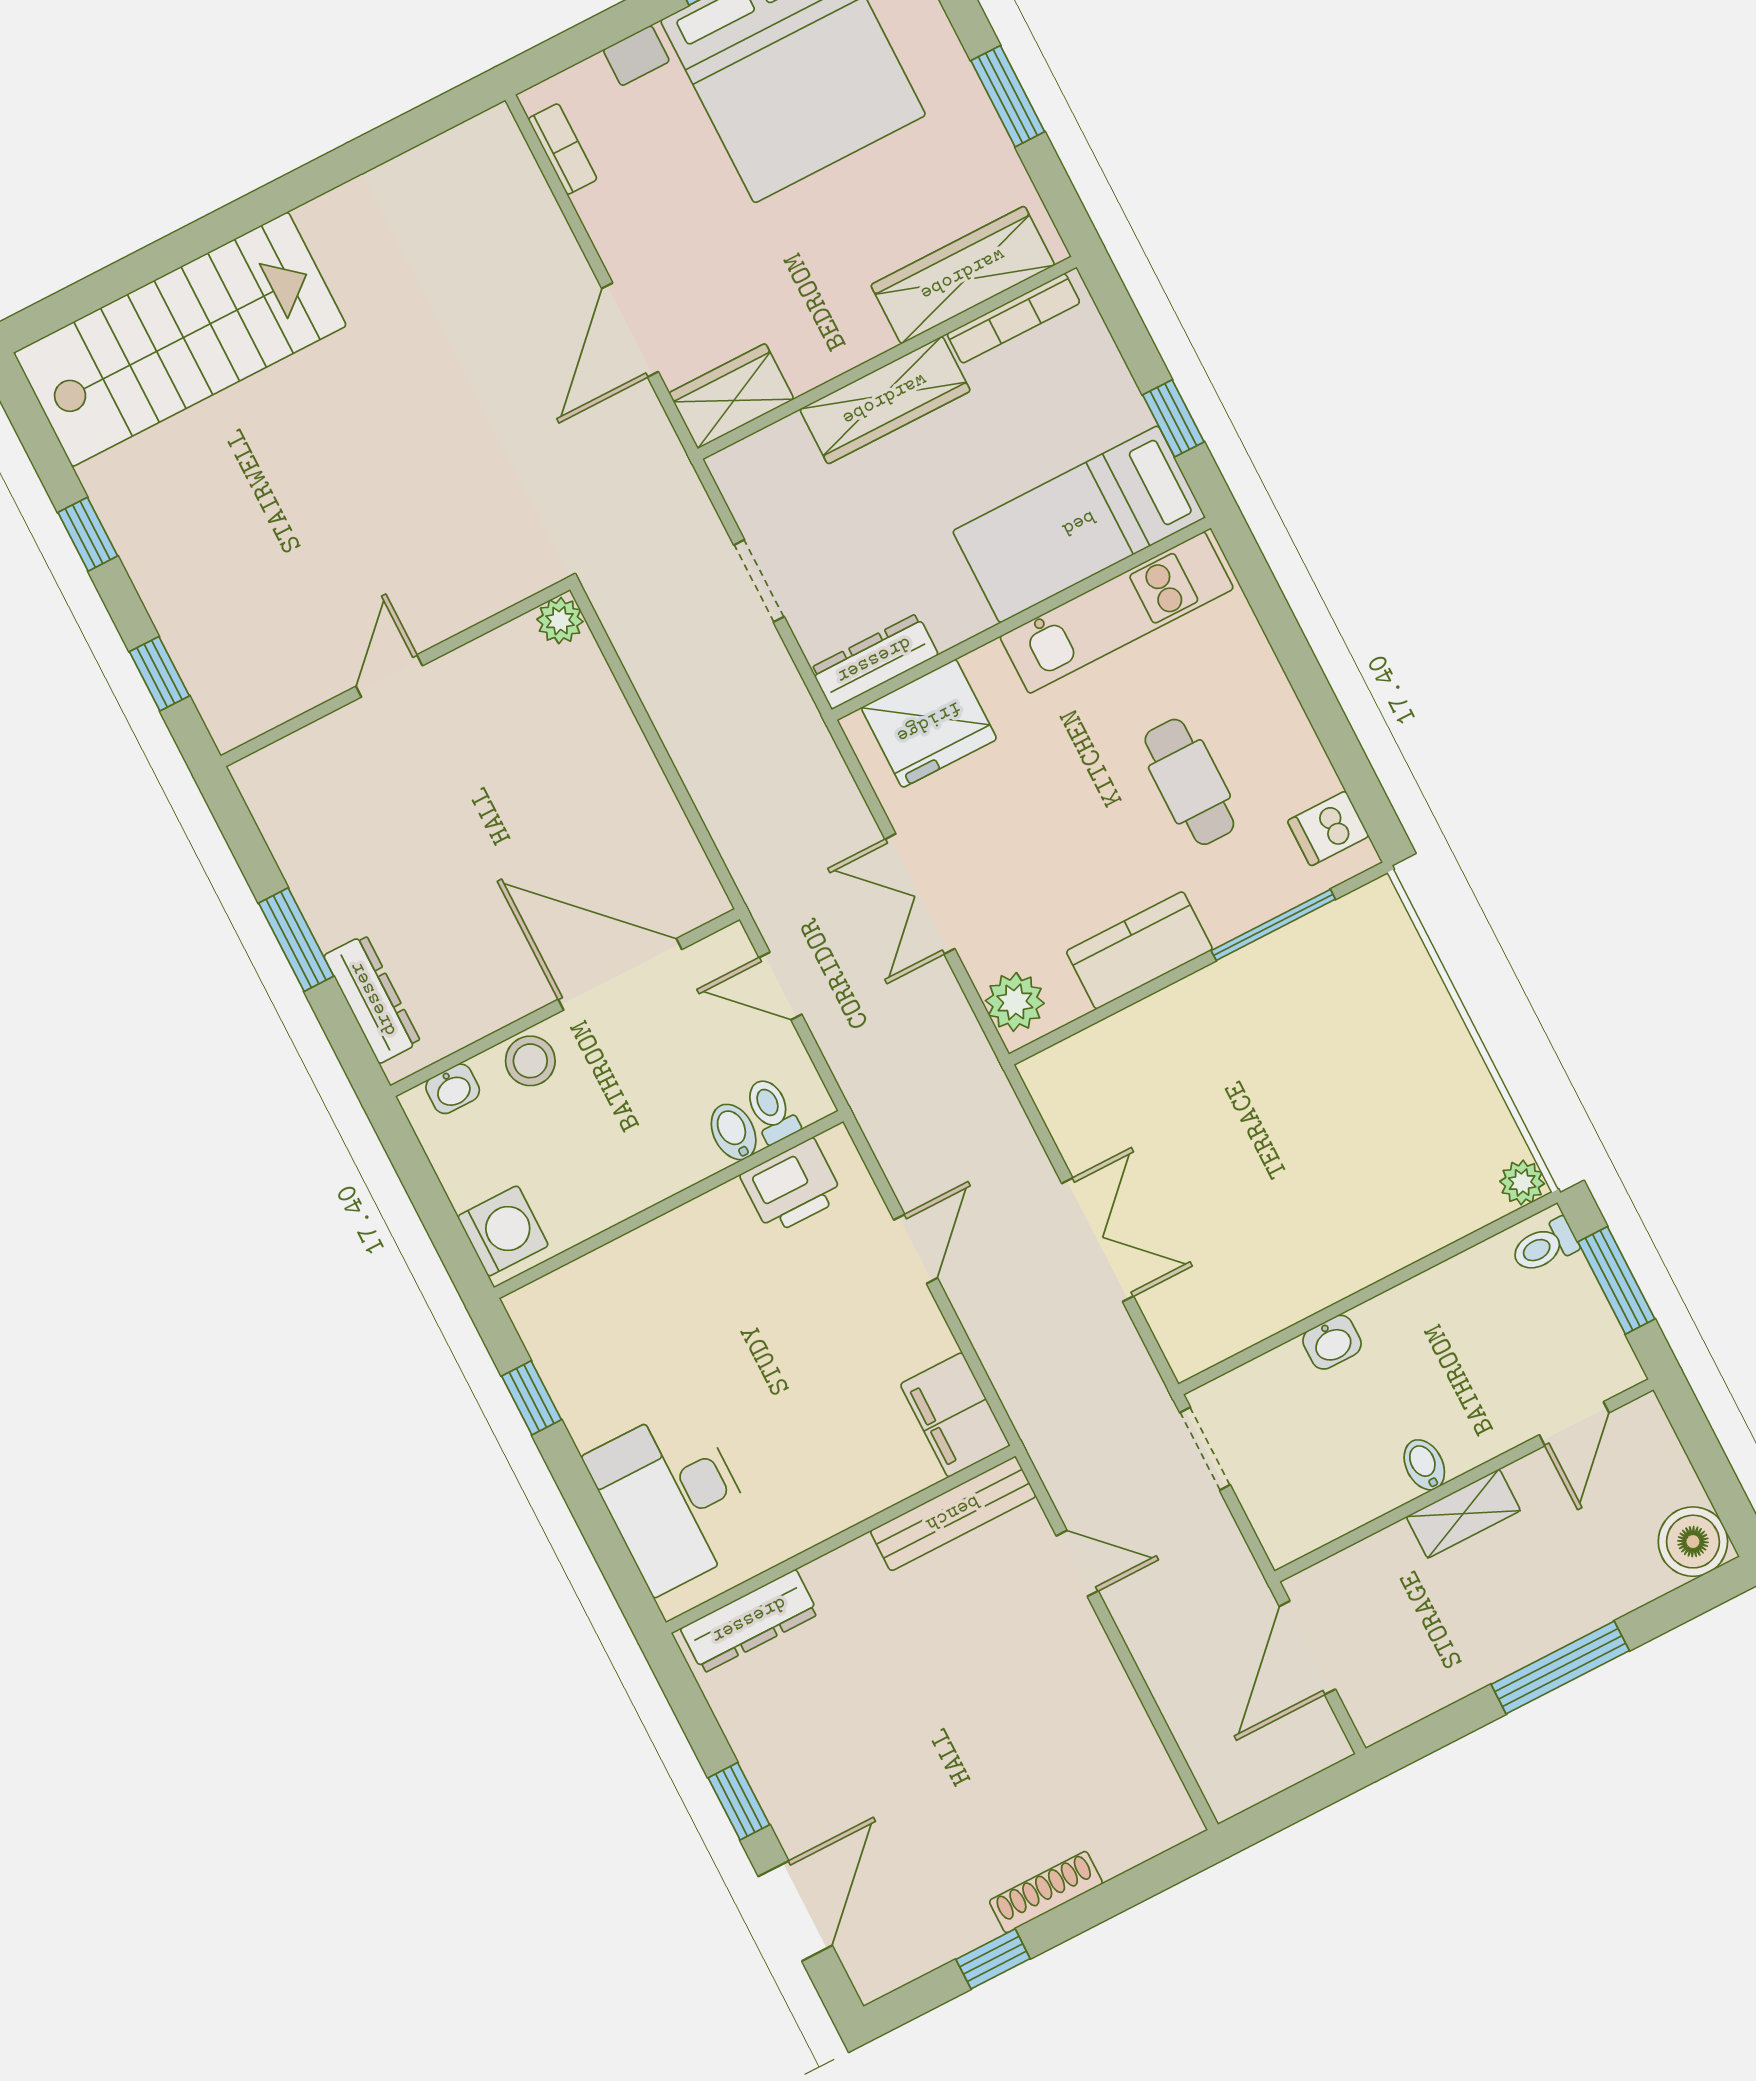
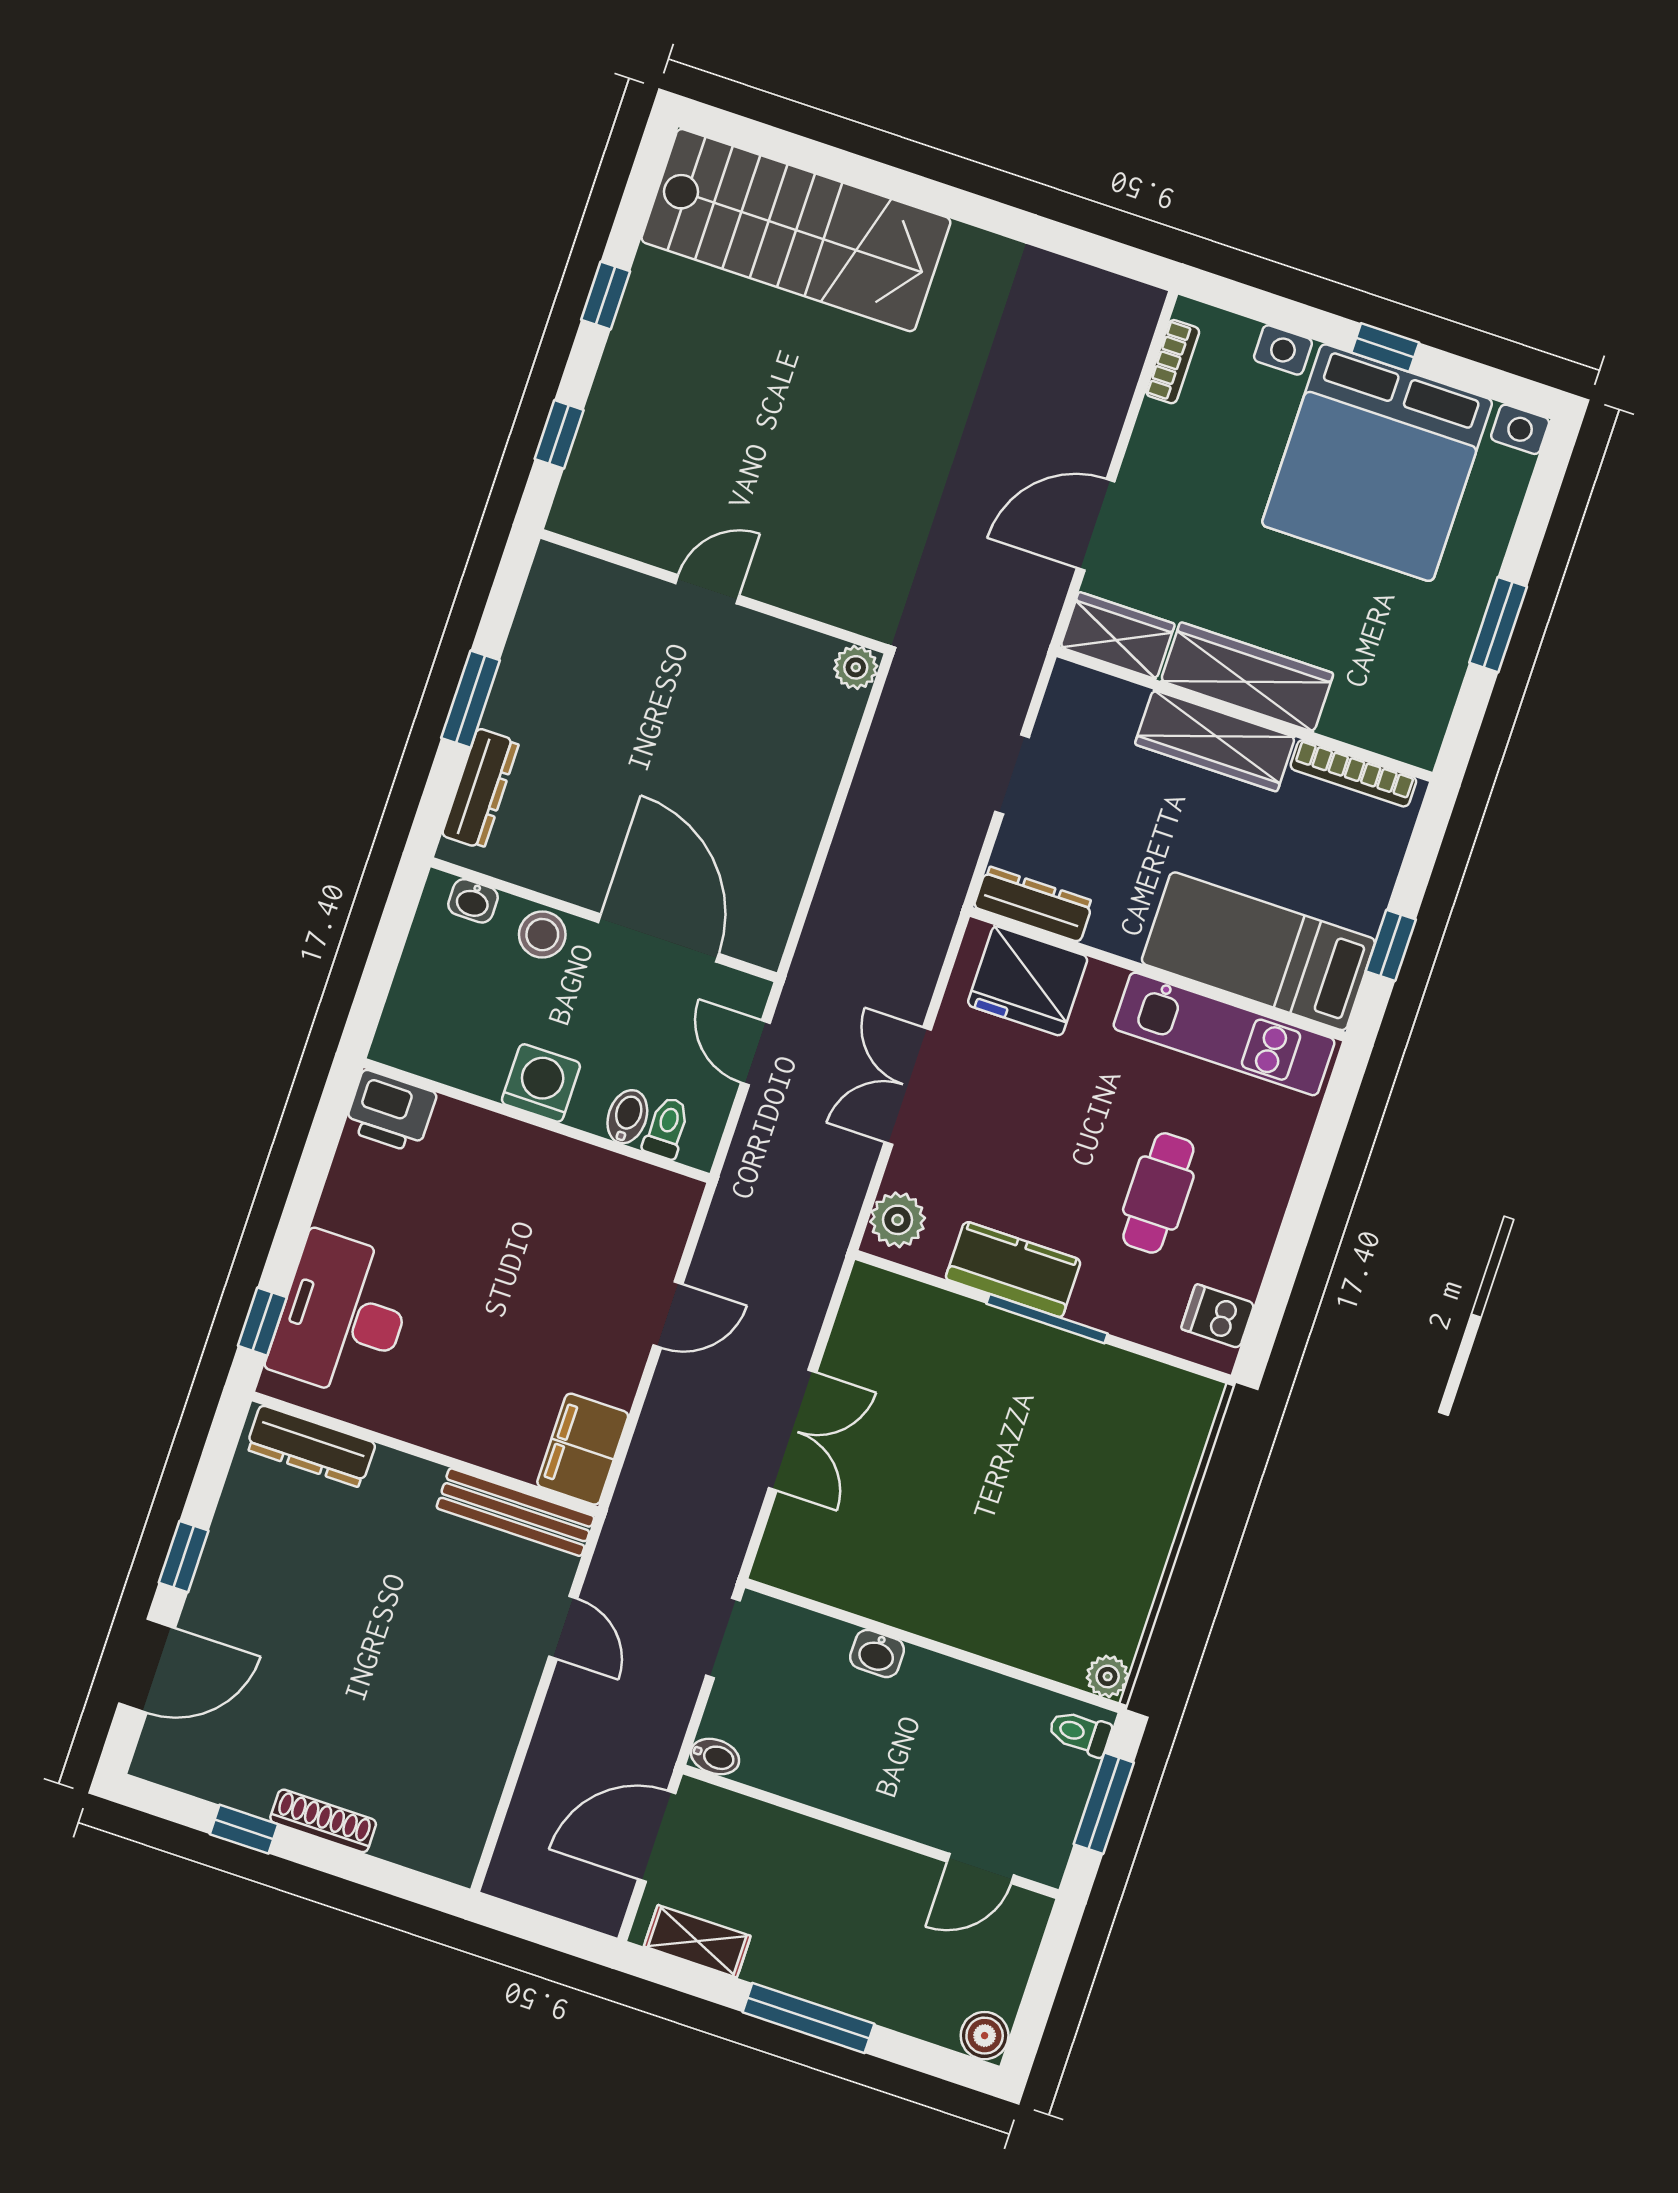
wardrobe: (963, 275) -> (1247, 677), moved
window: (1273, 925) -> (1047, 1319), moved
printer: (792, 1186) -> (390, 1111), moved
washing machine: (503, 1231) -> (541, 1083), moved, turned -90
window: (532, 1398) -> (262, 1322), moved
bidet: (1424, 1465) -> (715, 1757), moved, turned 90
shelving: (1463, 1514) -> (697, 1941), moved
boiler: (1693, 1542) -> (985, 2036), width x0.73, depth x0.73

